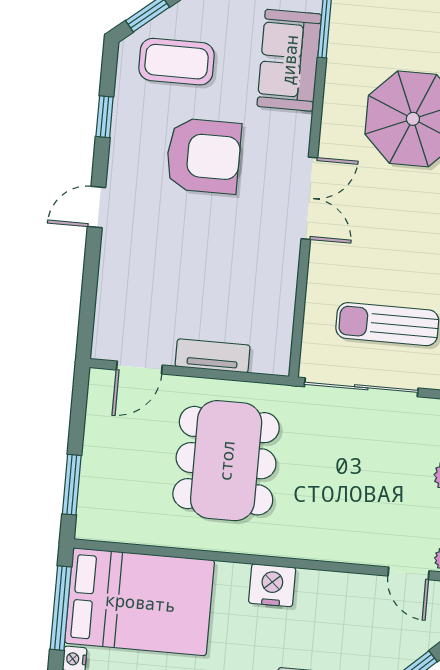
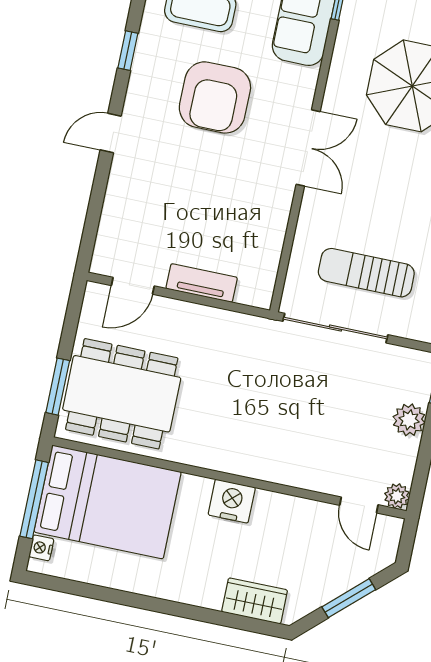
armchair: (204, 156) -> (215, 97), turned 90
dining table: (226, 461) -> (122, 394), moved, turned 90

